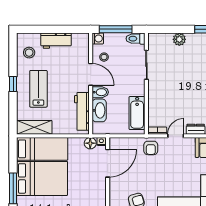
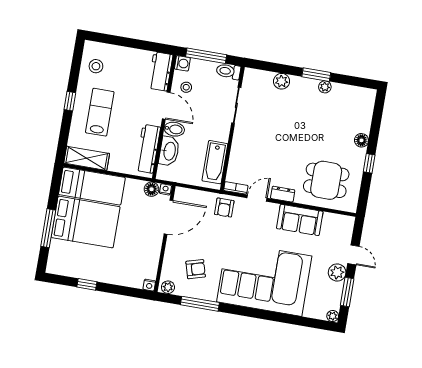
workbench: (56, 41) -> (160, 71), moved, turned 90

